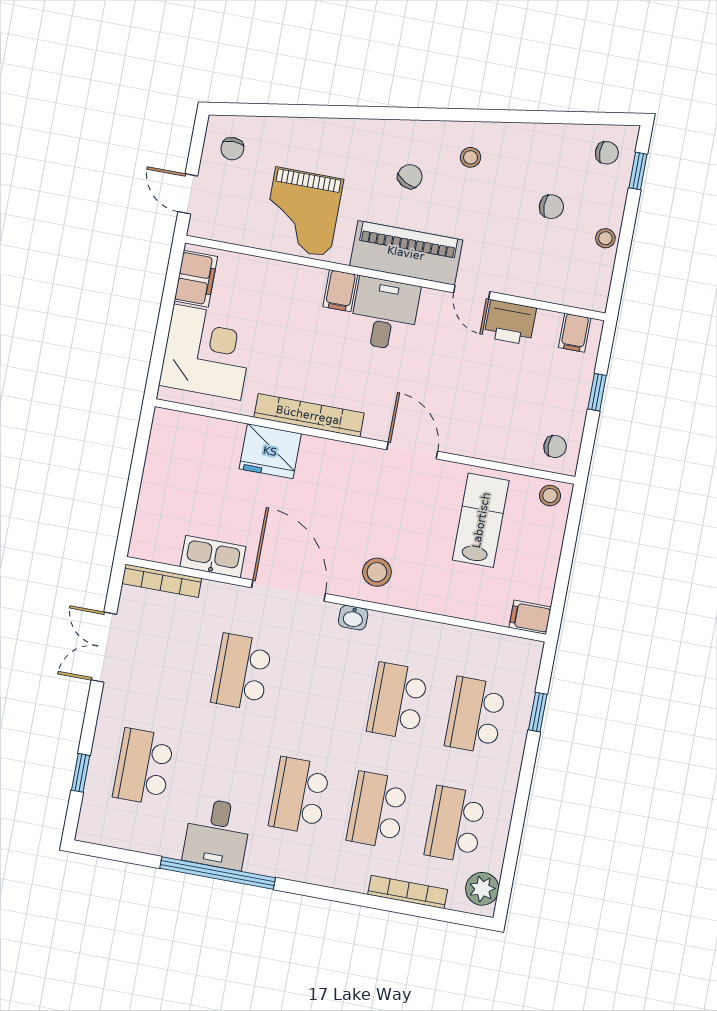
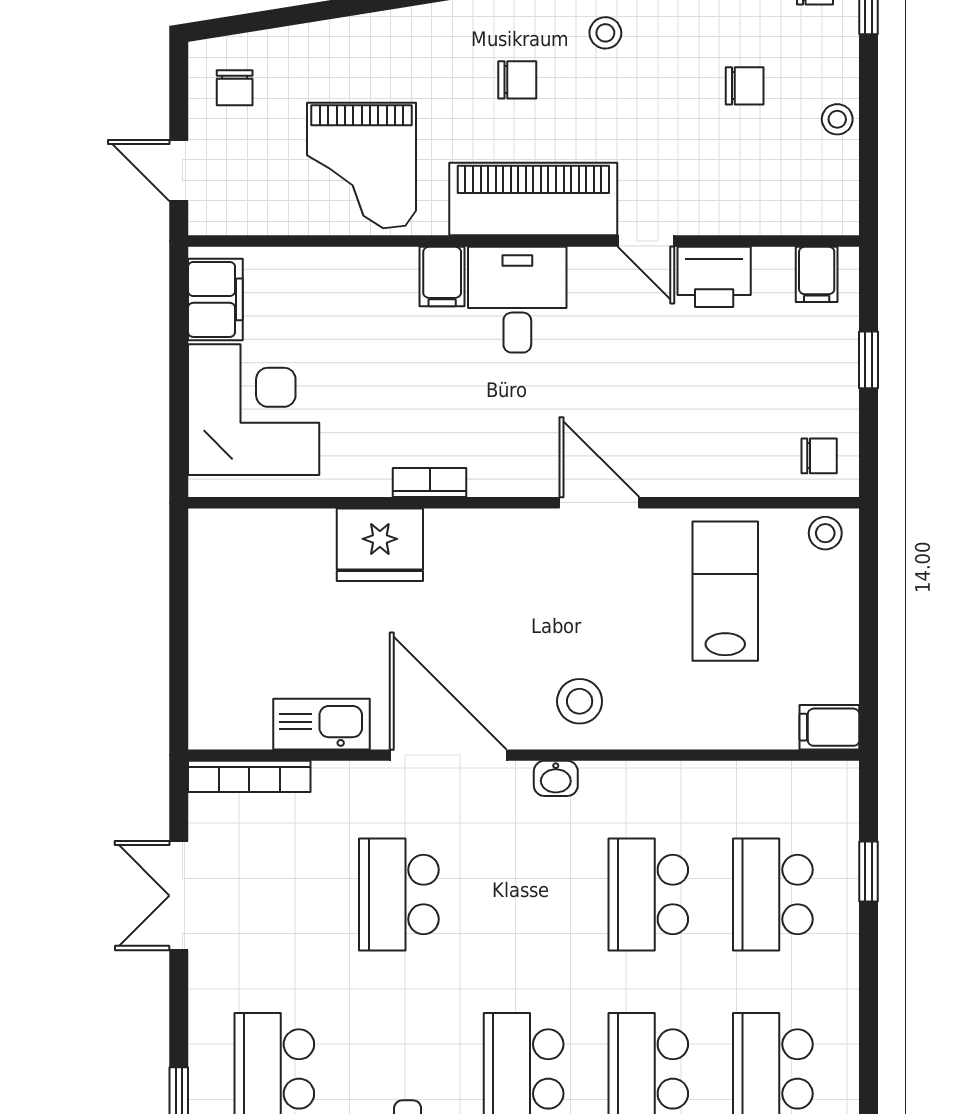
chair: (410, 177) -> (517, 80), turned 62
bookcase: (309, 415) -> (430, 483), width x0.43, depth x0.76

